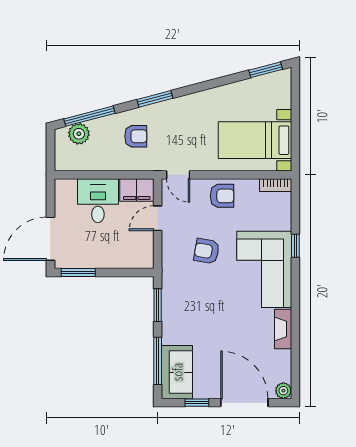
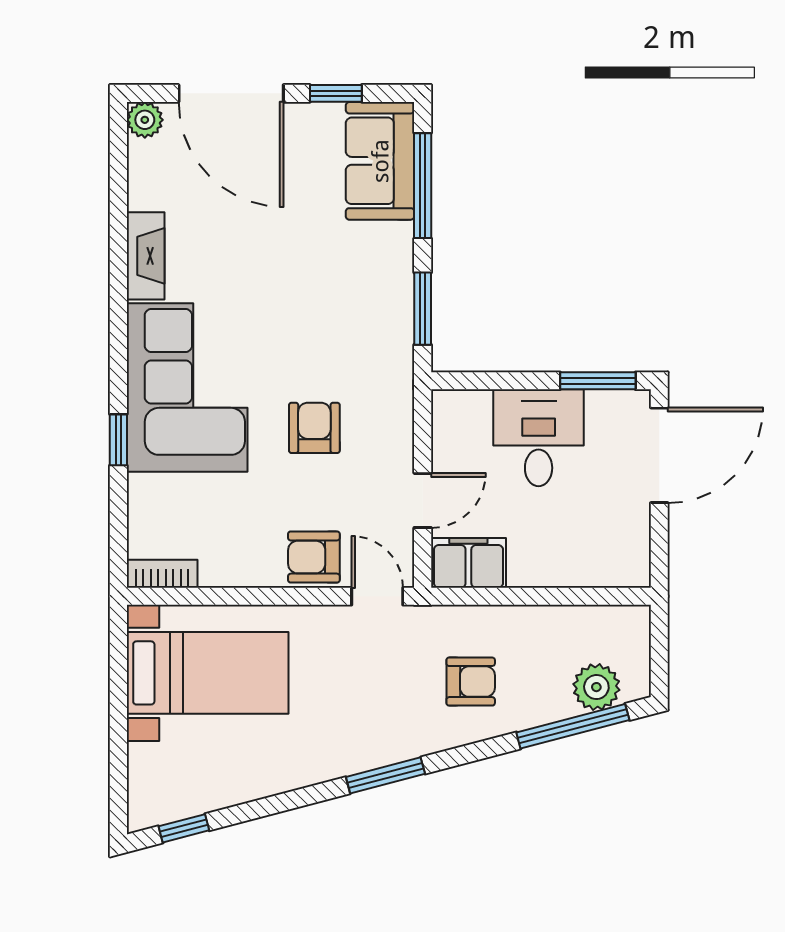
window: (266, 70) -> (184, 828), width x0.67
window: (155, 99) -> (385, 775), moved
armchair: (136, 136) -> (471, 682), turned 180
armchair: (222, 196) -> (314, 557), moved
desk: (98, 201) -> (539, 438), moved, turned 180
armchair: (207, 251) -> (314, 428), turned -100

